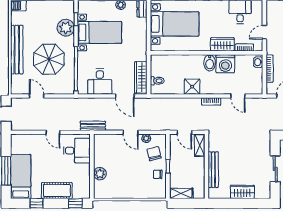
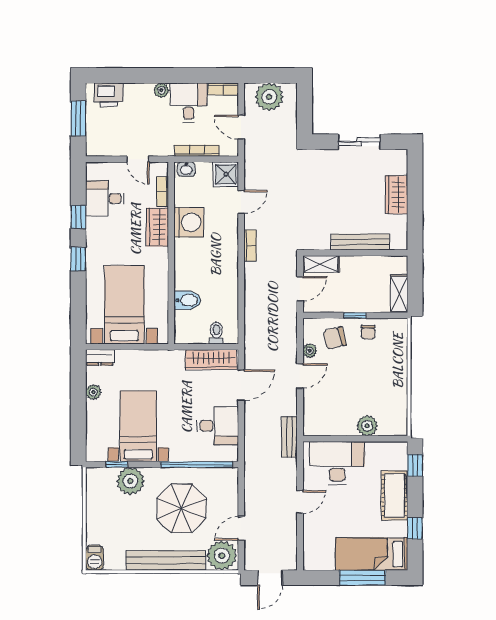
bidet: (210, 63) -> (187, 300), moved
plant: (20, 84) -> (222, 556), added
shower: (192, 87) -> (226, 174), moved
desk: (77, 151) -> (337, 463), width x1.37

